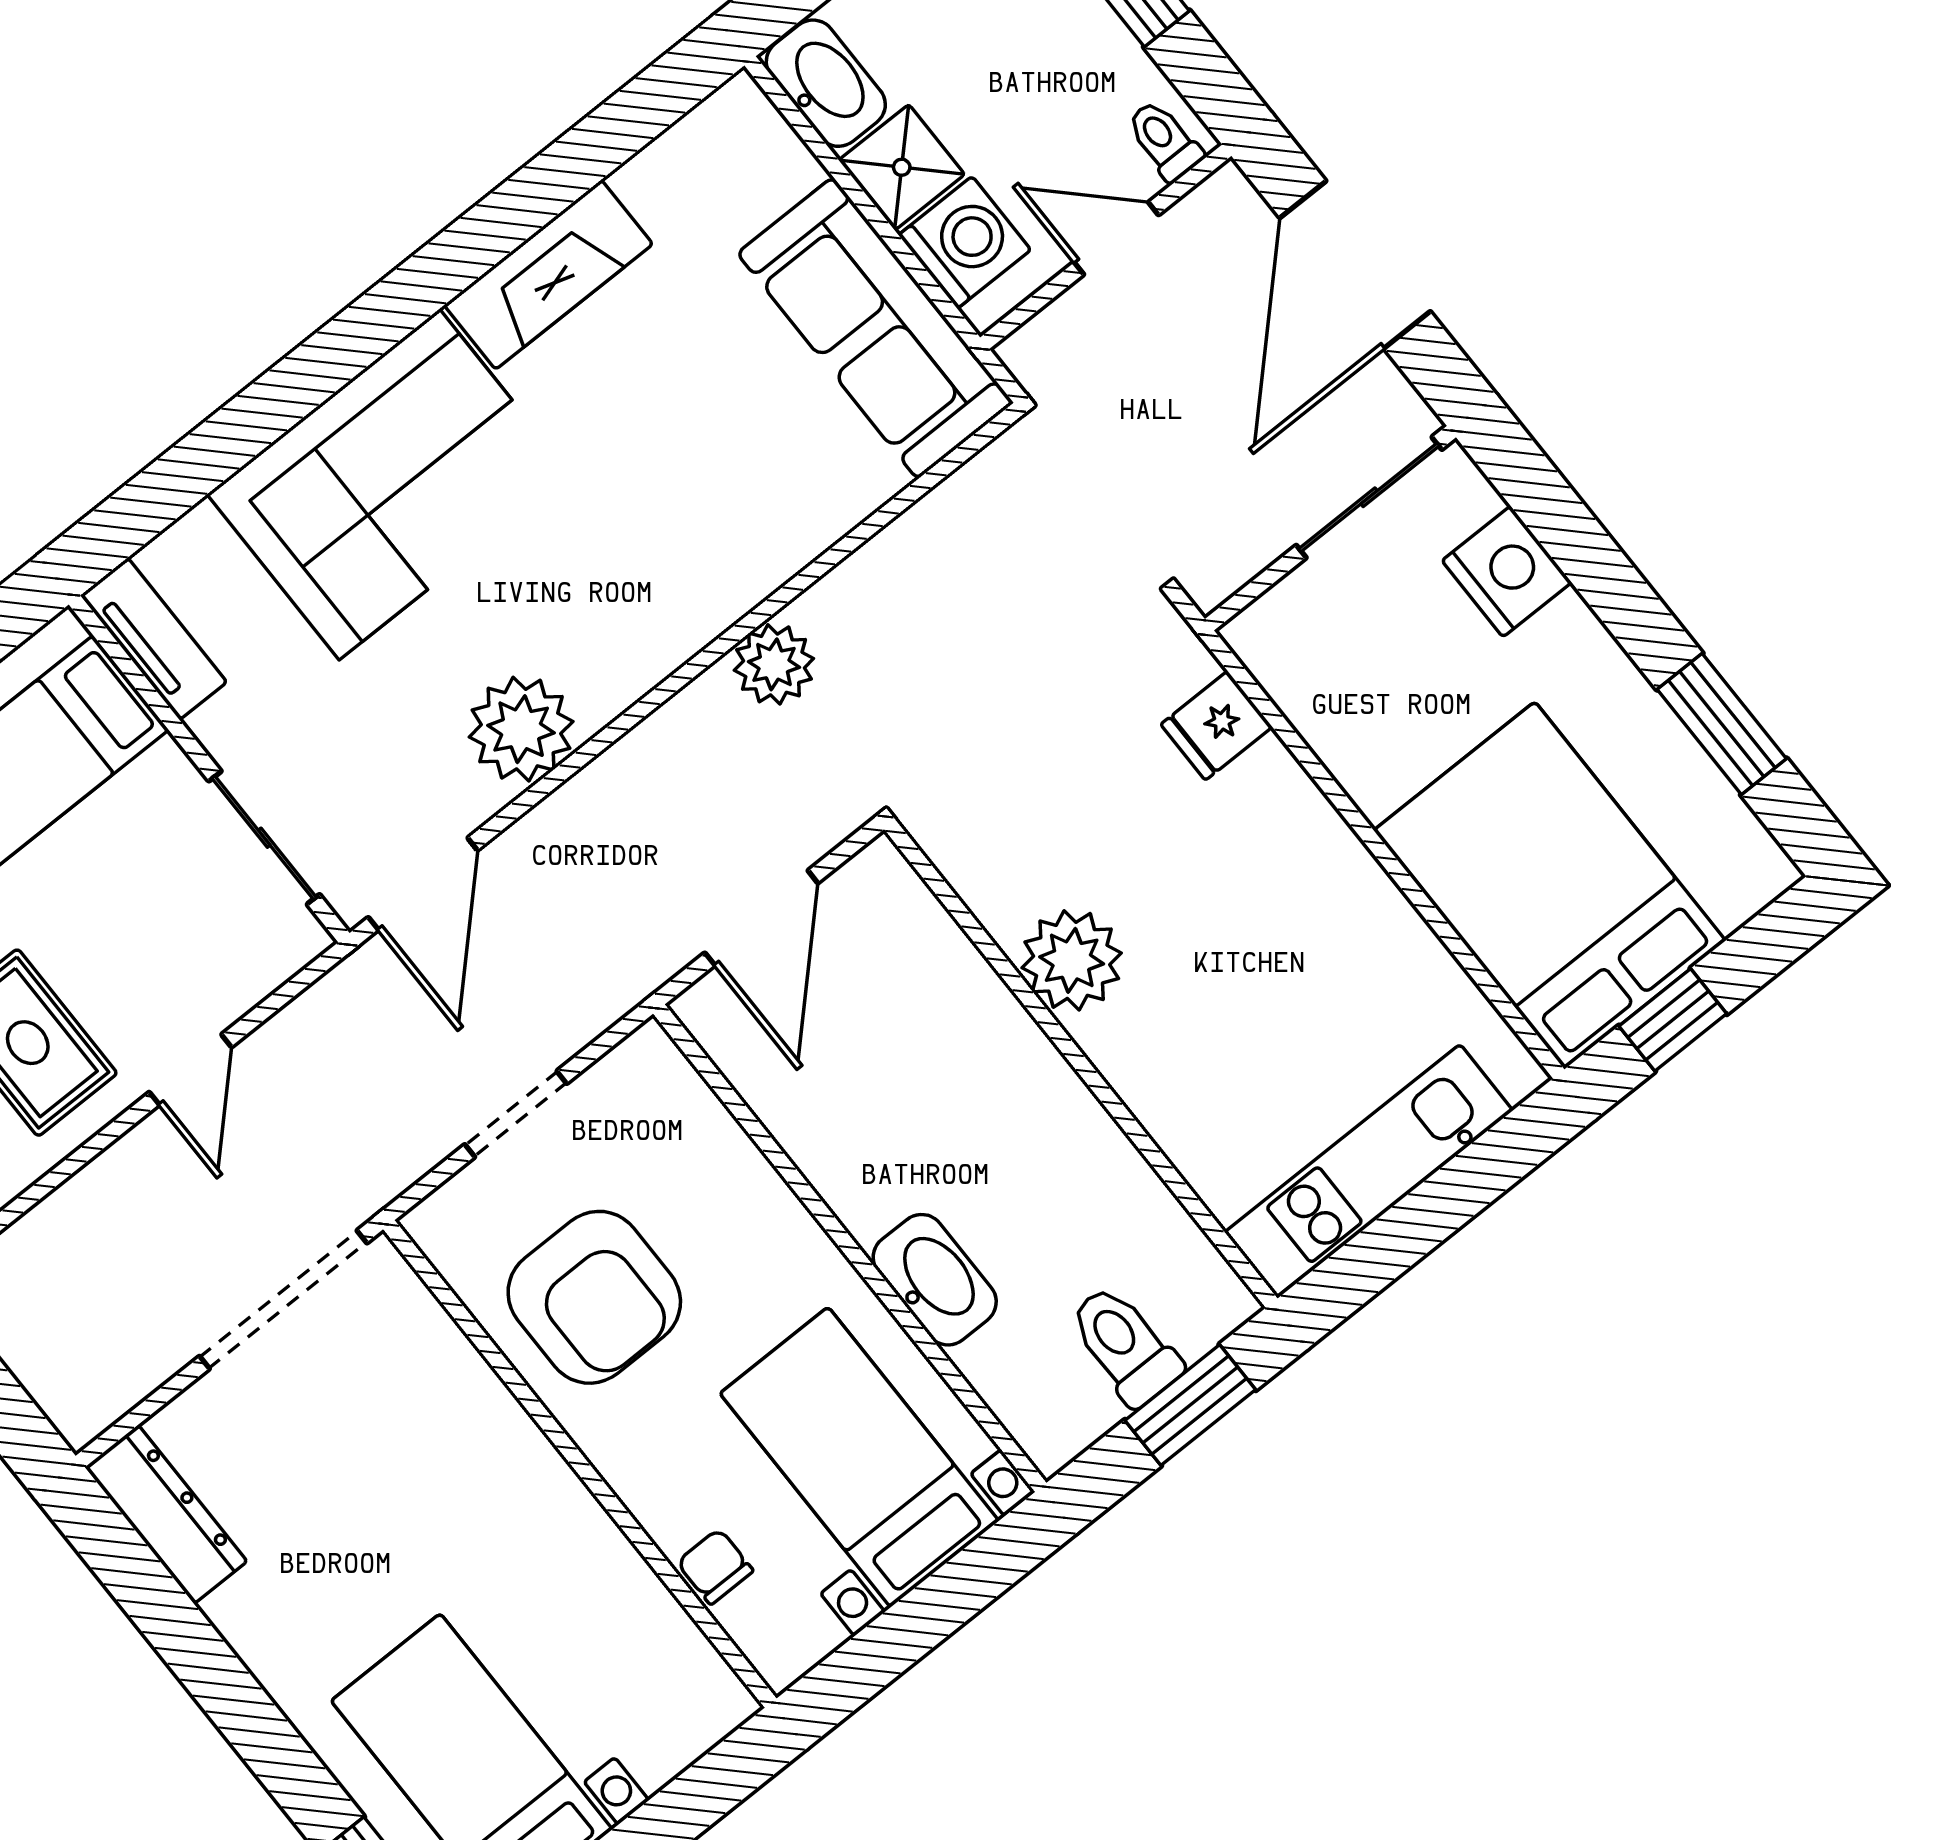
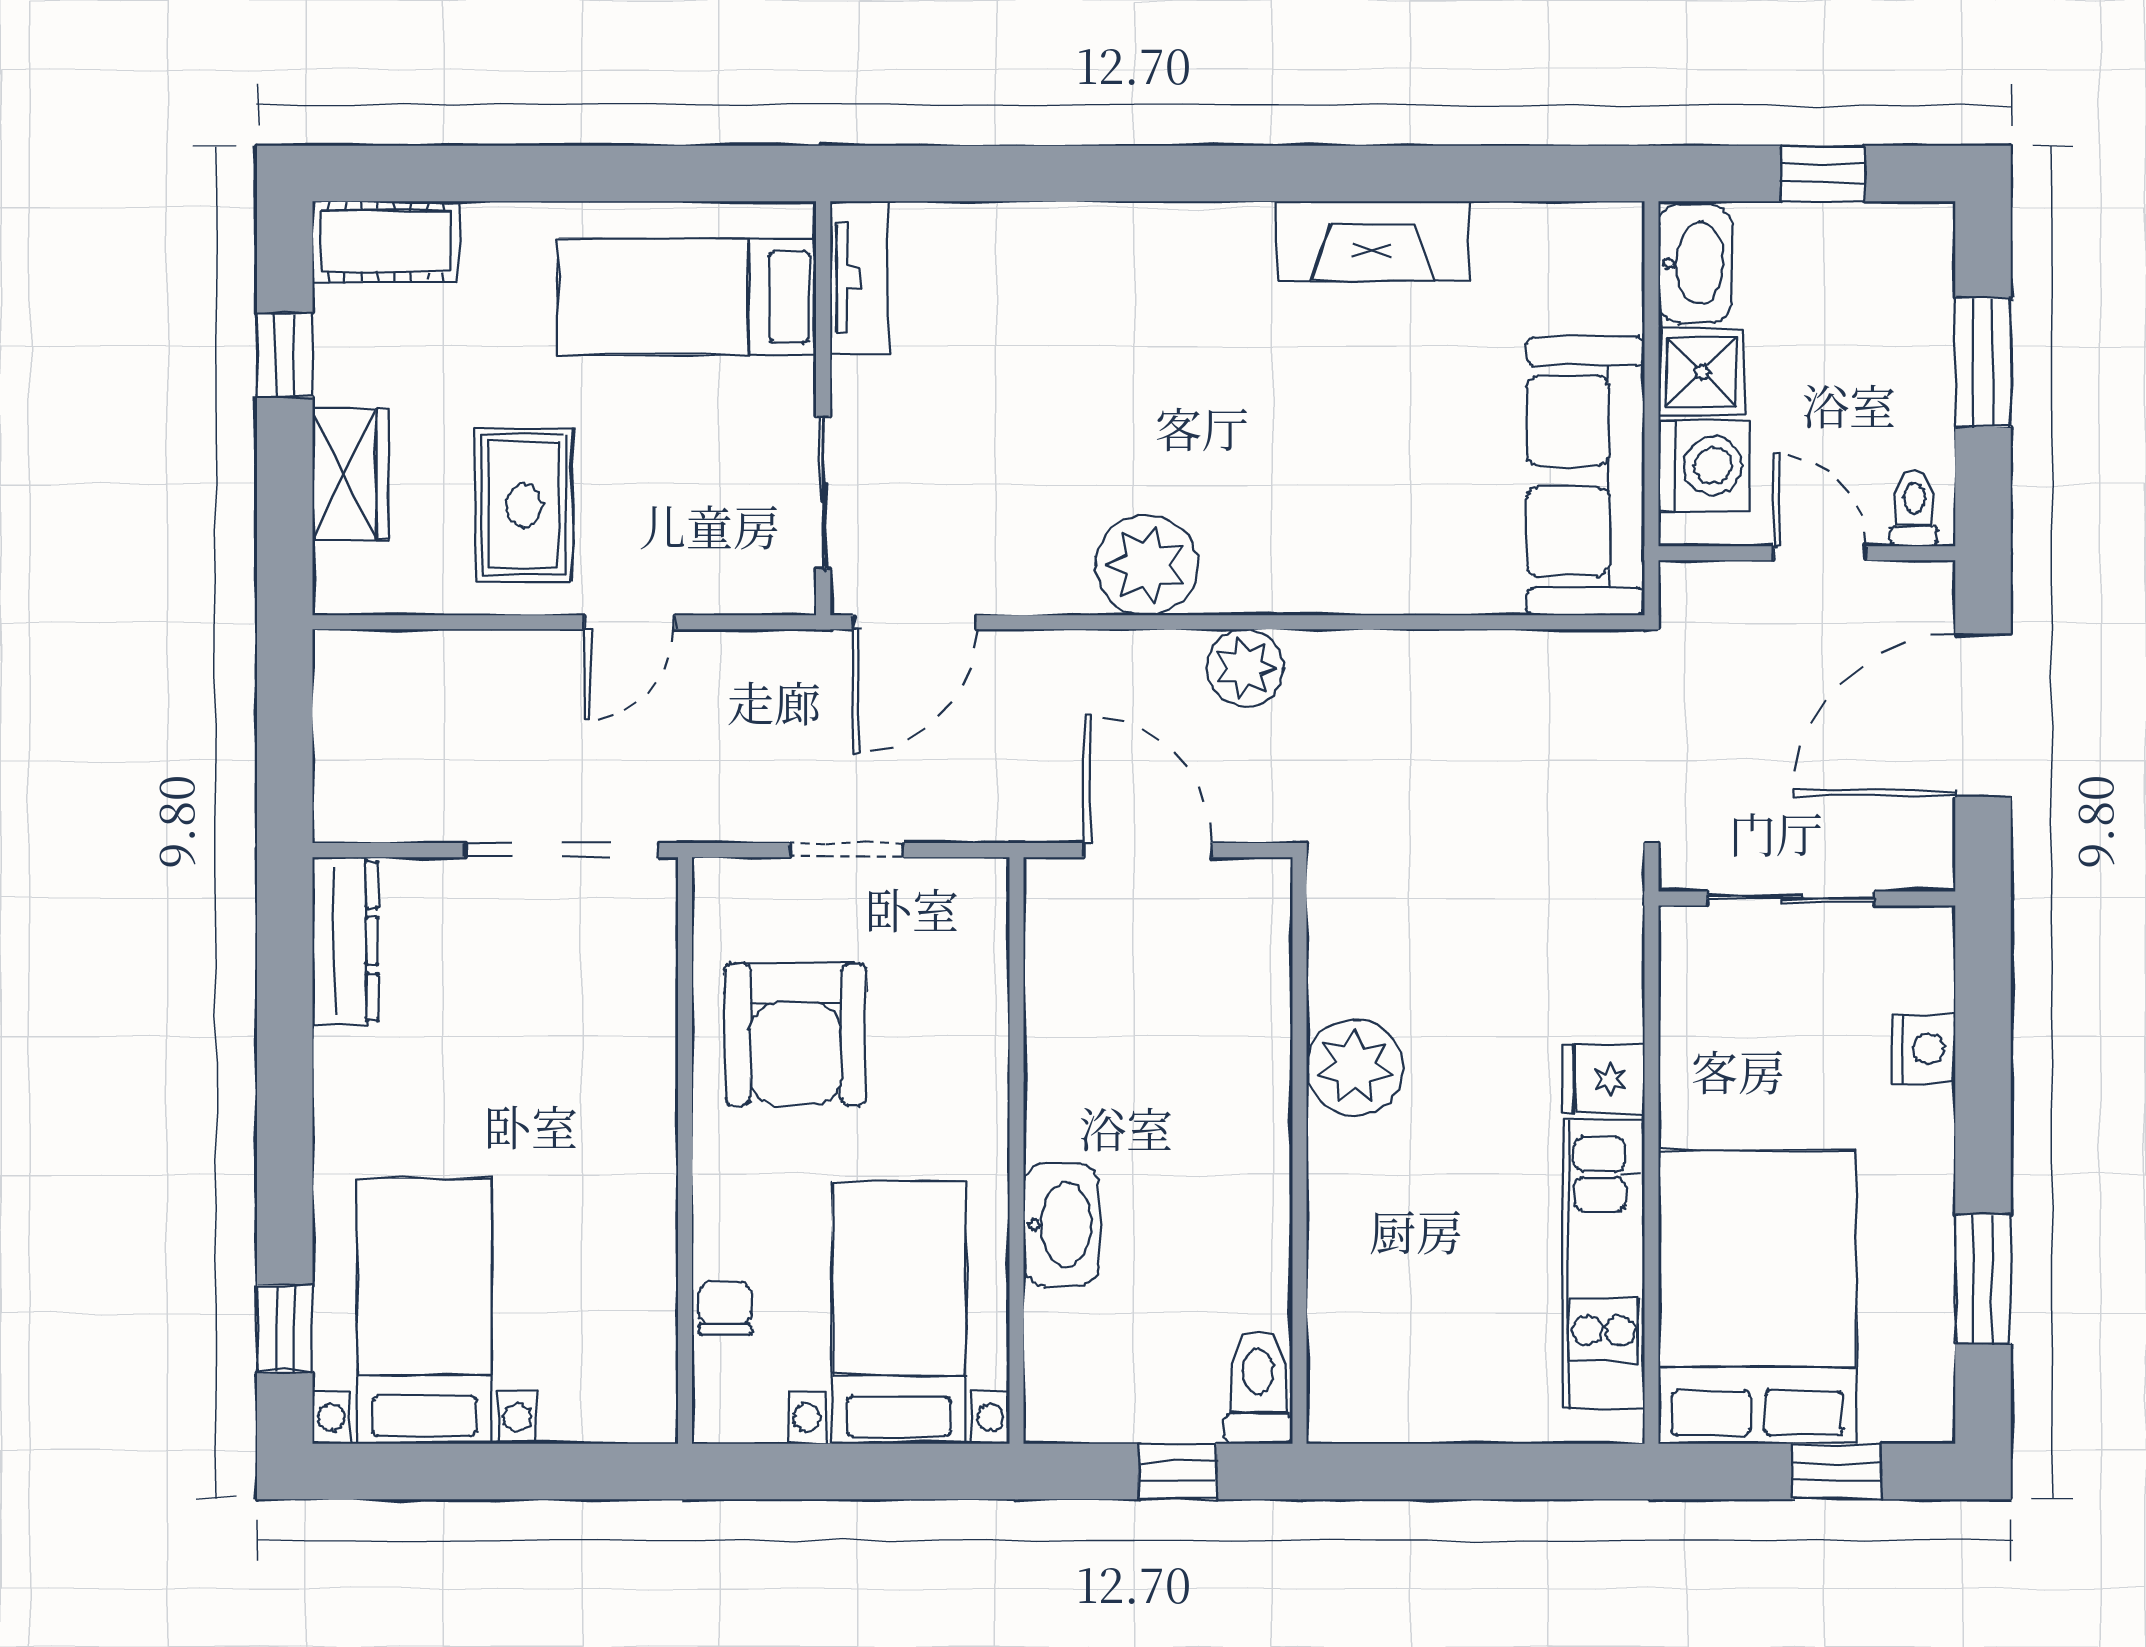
corner sofa: (389, 484) -> (1128, 303), removed
sliding door: (1369, 497) -> (1791, 898), moved
nightstand: (1507, 571) -> (1923, 1049), width x0.74, depth x0.75
plant: (774, 664) -> (1245, 668), moved
fridge: (1216, 726) -> (1603, 1079), moved
plant: (521, 729) -> (1146, 565), moved
door: (761, 918) -> (1148, 850), swing flipped
window: (1673, 1020) -> (1837, 1471), moved
kitchen unit: (1369, 1171) -> (1604, 1264), moved, turned -90
toilet: (1125, 1345) -> (1258, 1387), moved
window: (1190, 1405) -> (1178, 1471), width x0.67

